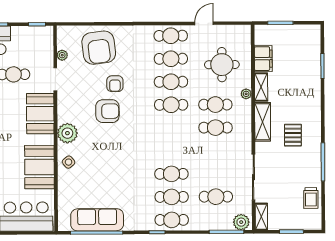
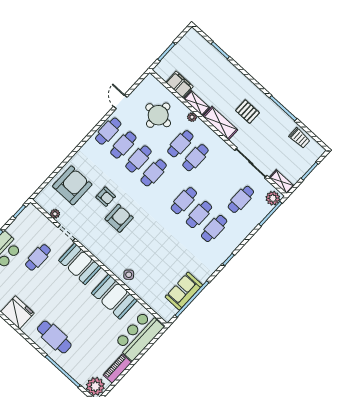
armchair: (99, 48) -> (72, 185), turned -83
plant: (67, 133) -> (109, 258), removed
sofa: (97, 220) -> (184, 291), width x0.73
cafe table: (172, 220) -> (184, 201), moved

